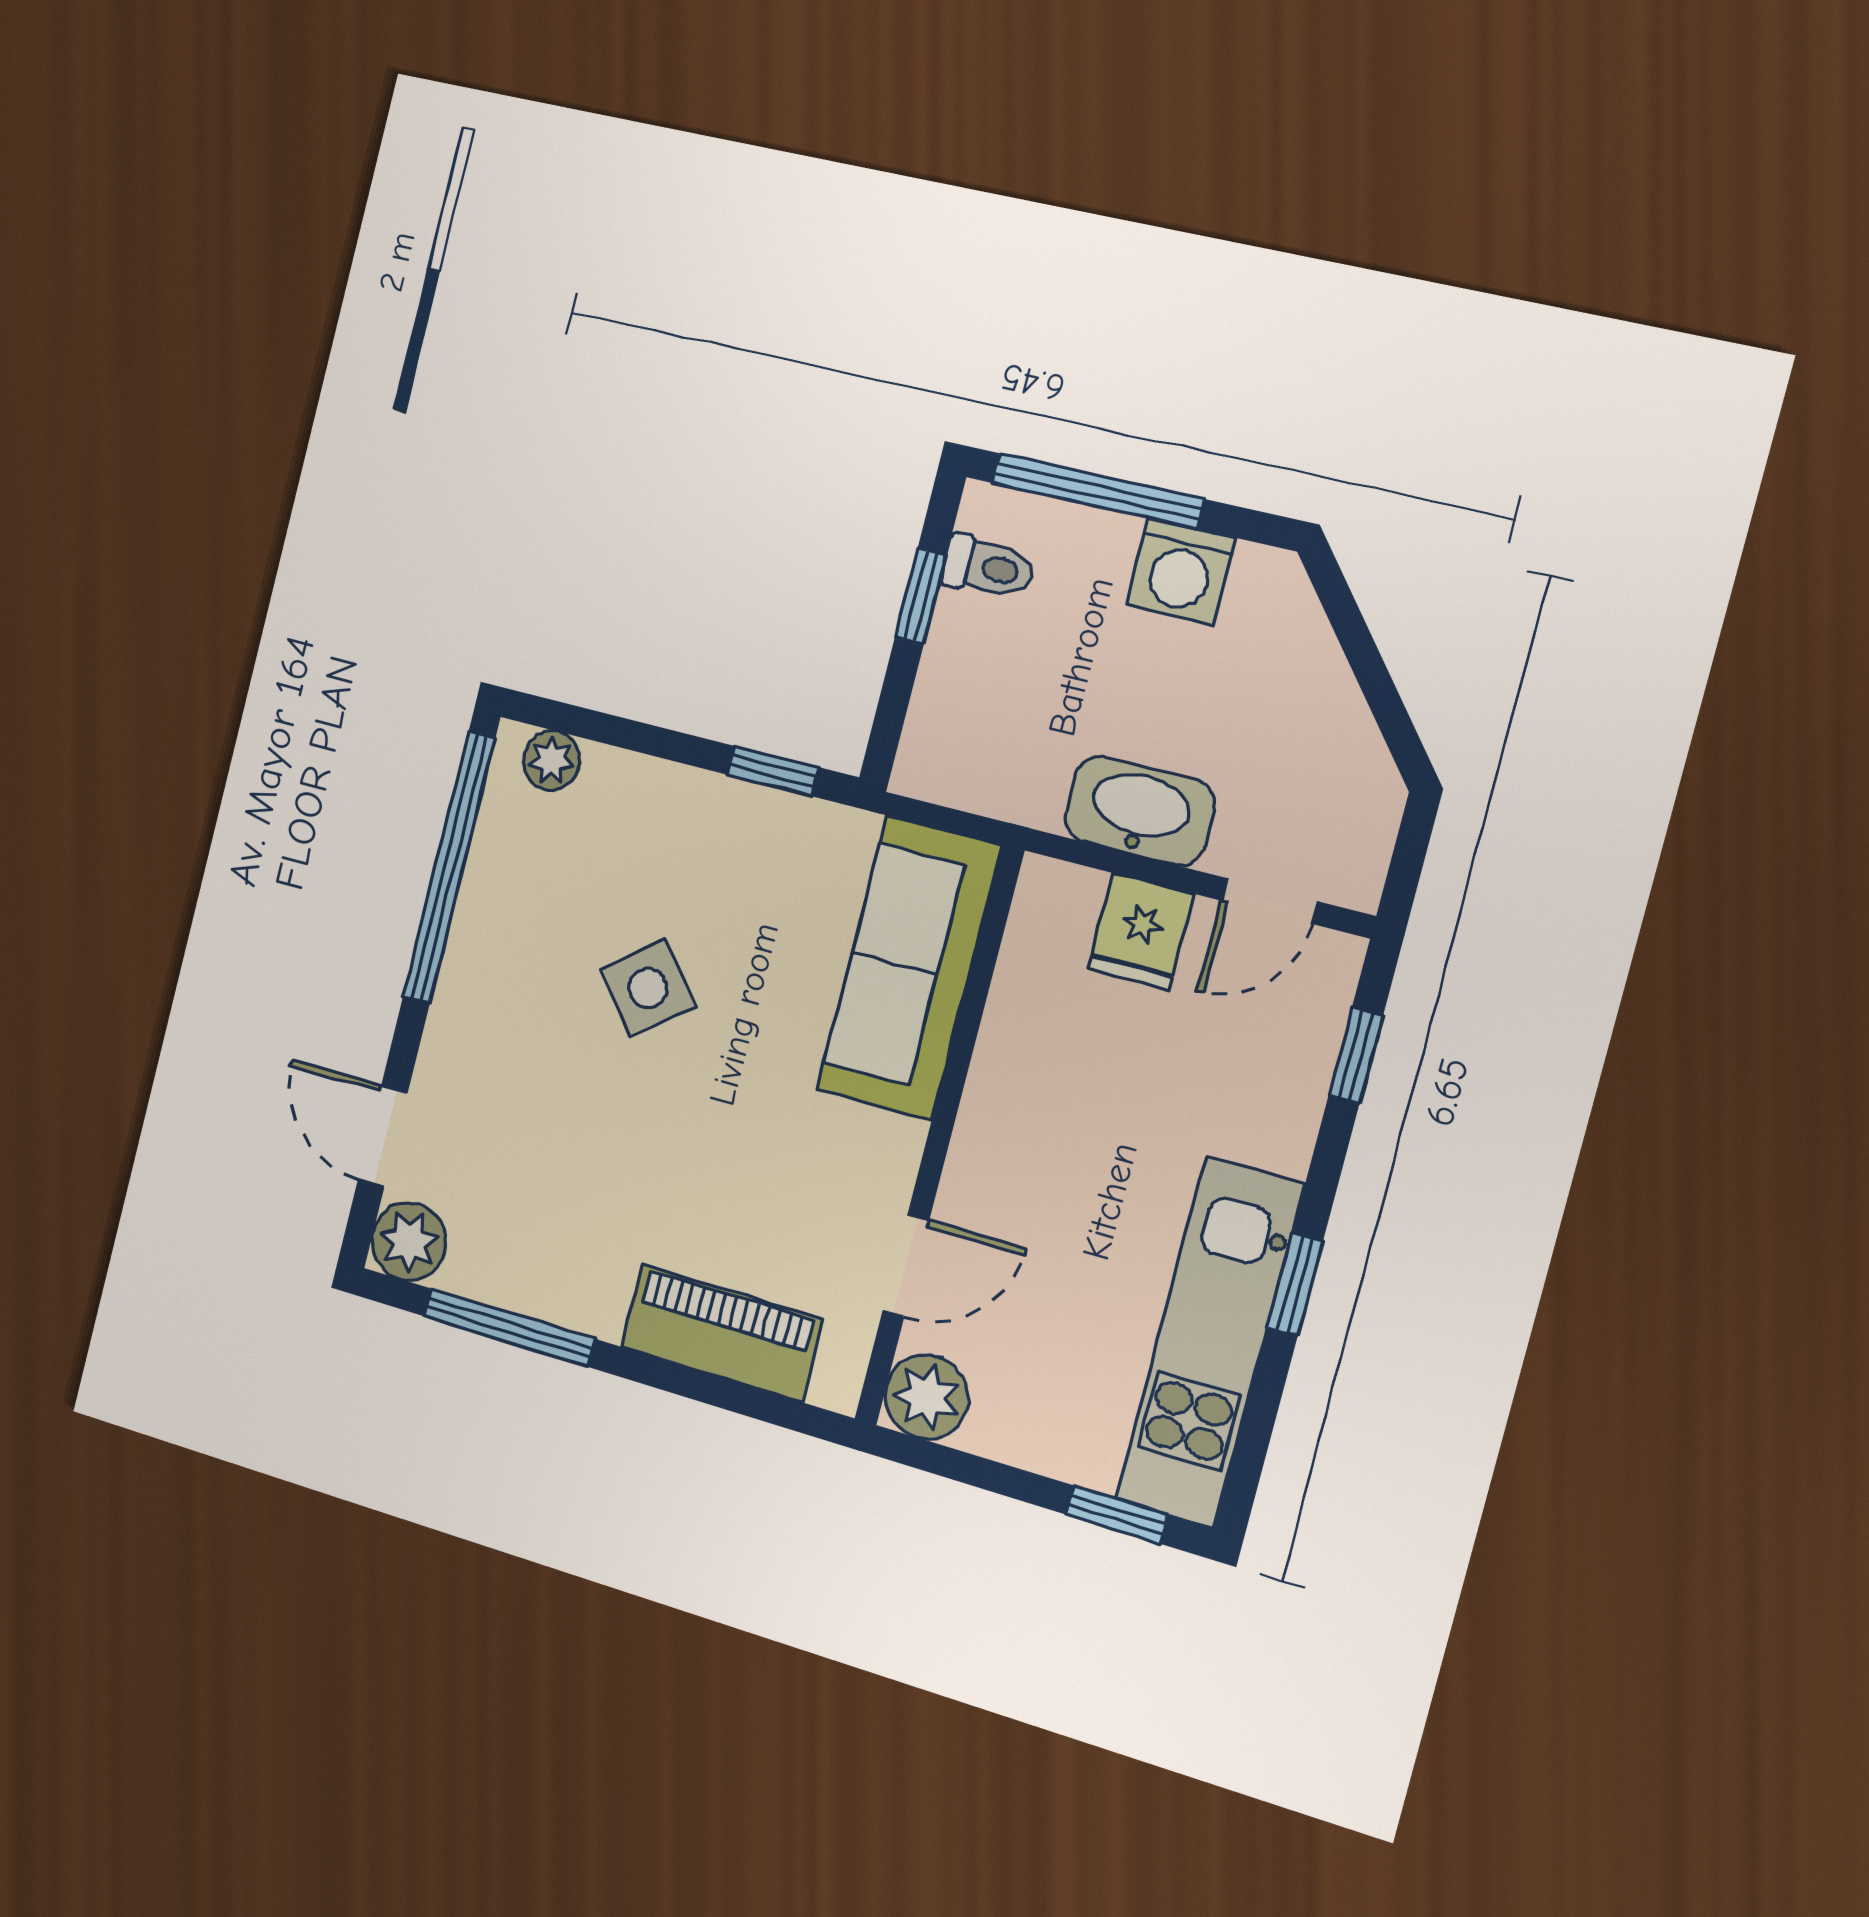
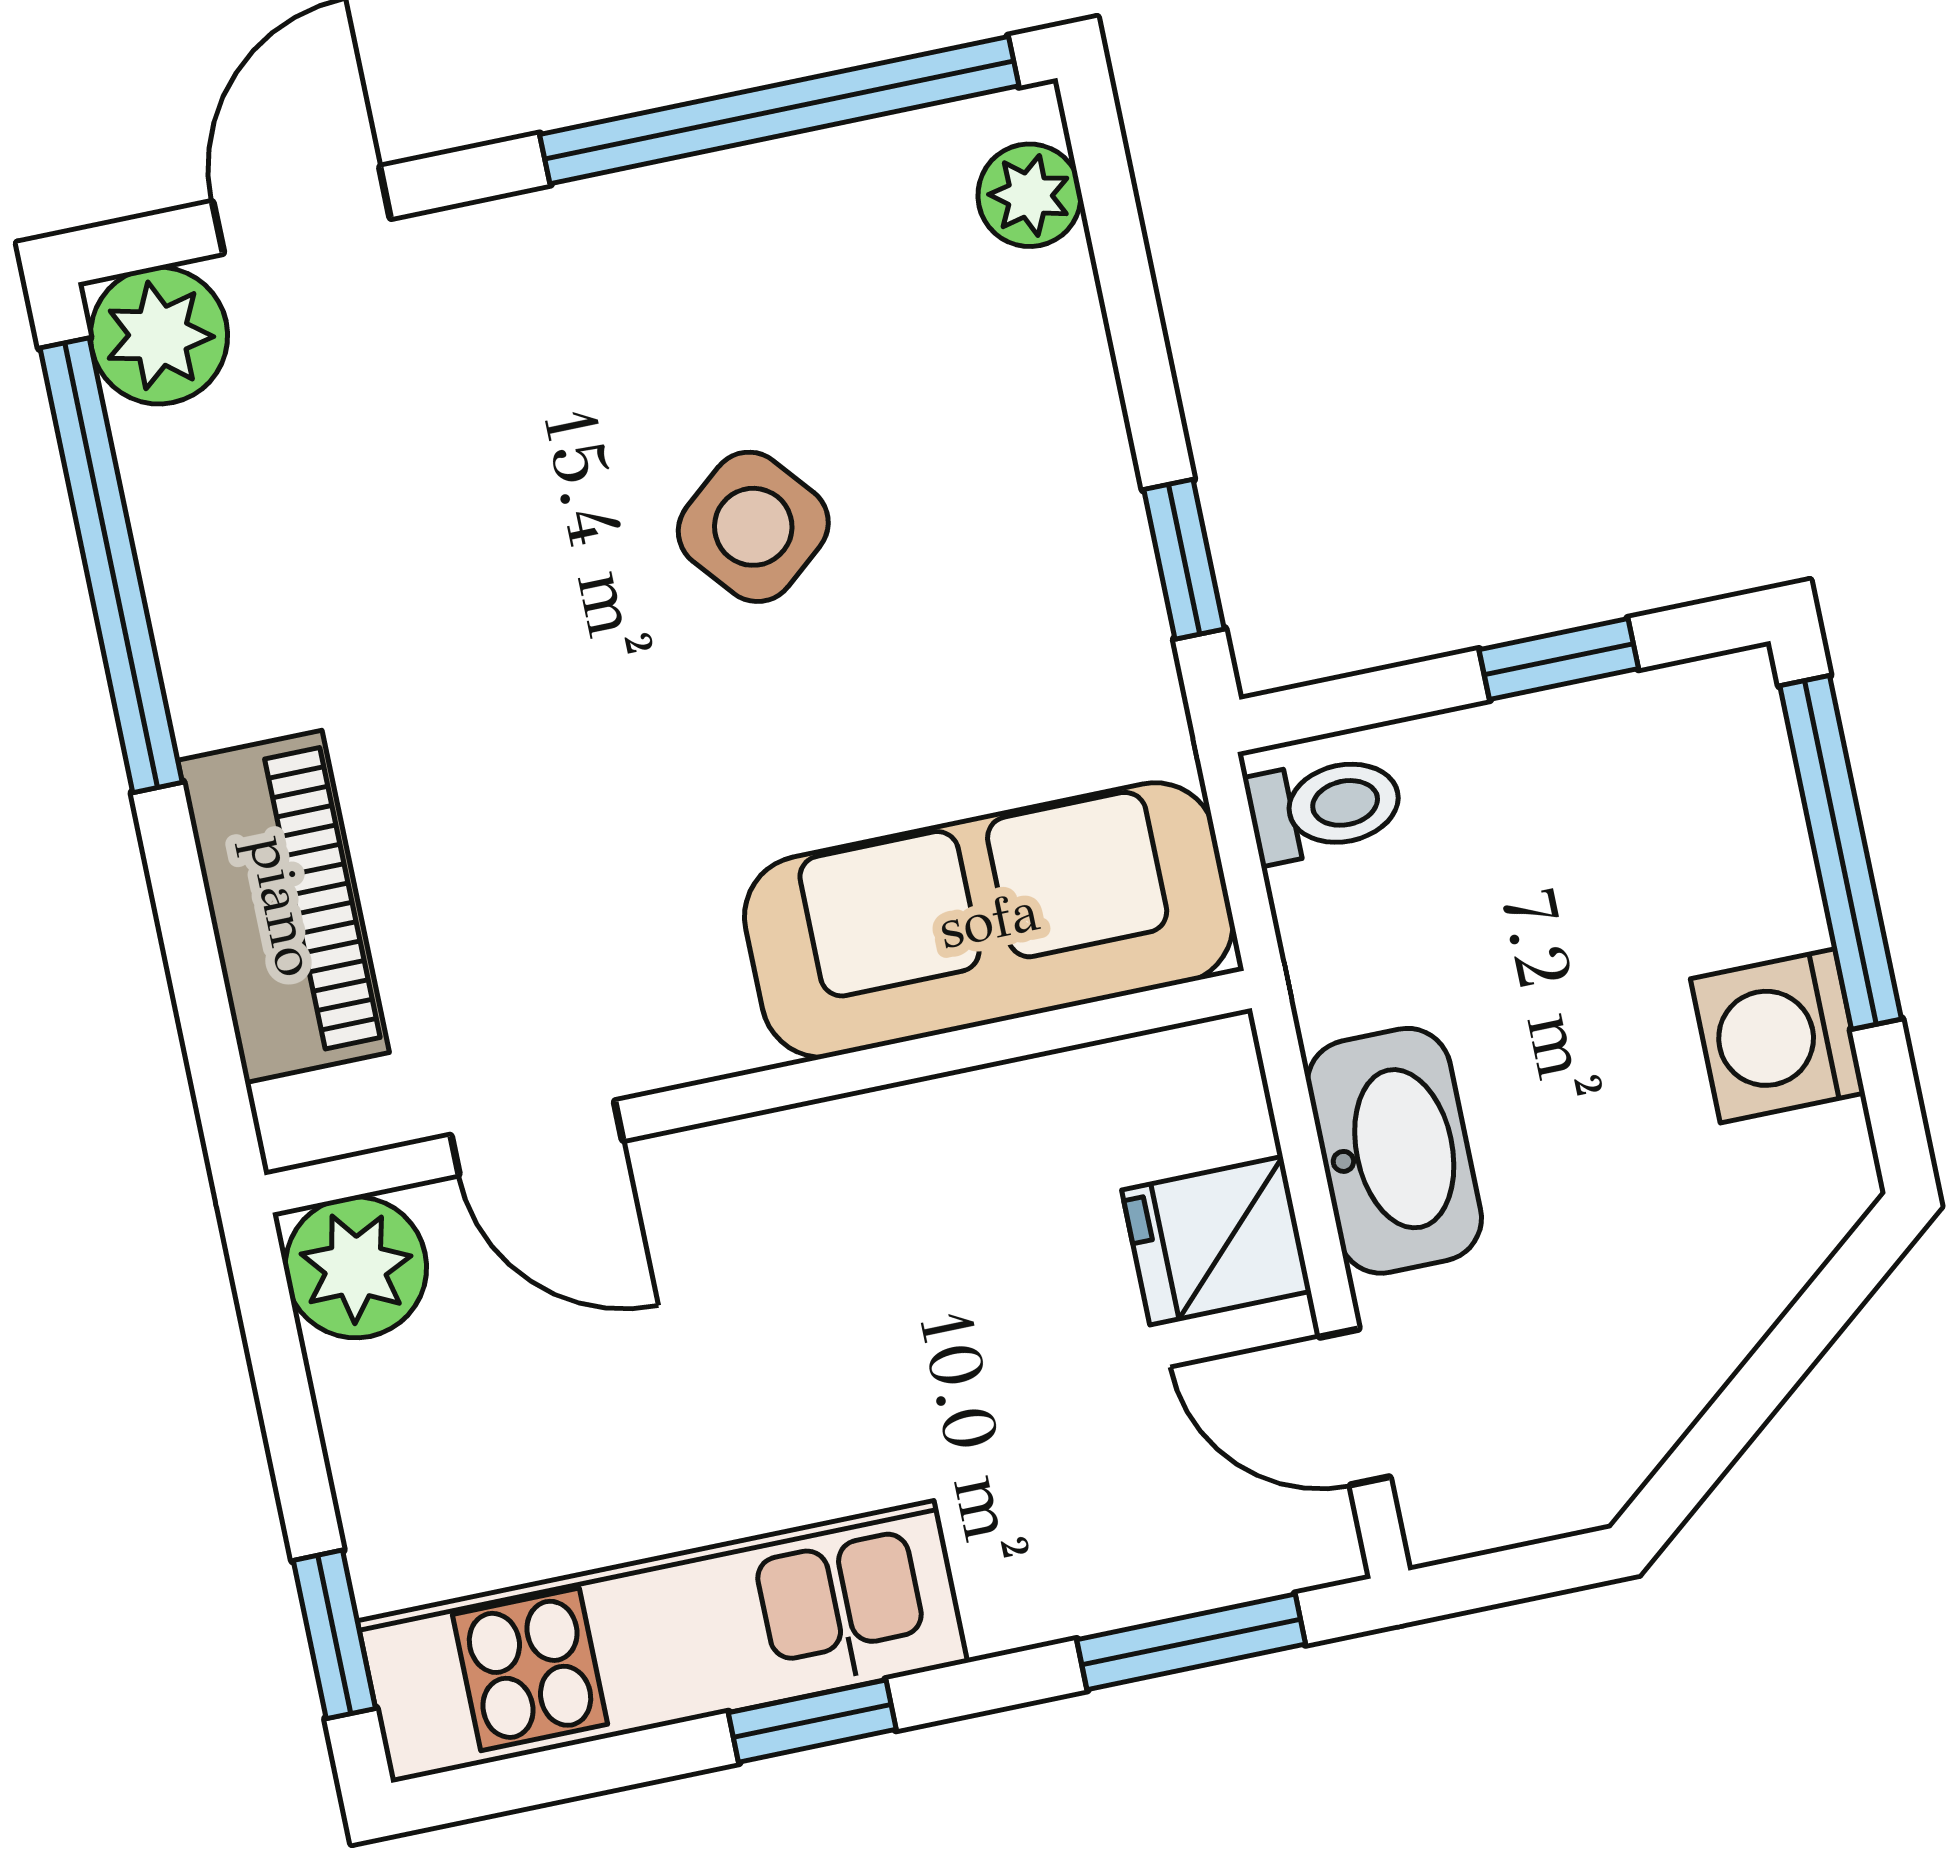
toilet: (988, 567) -> (1325, 807), moved, turned -90
window: (1356, 1055) -> (1191, 1642), width x1.50
window: (509, 1327) -> (111, 565), width x1.46

